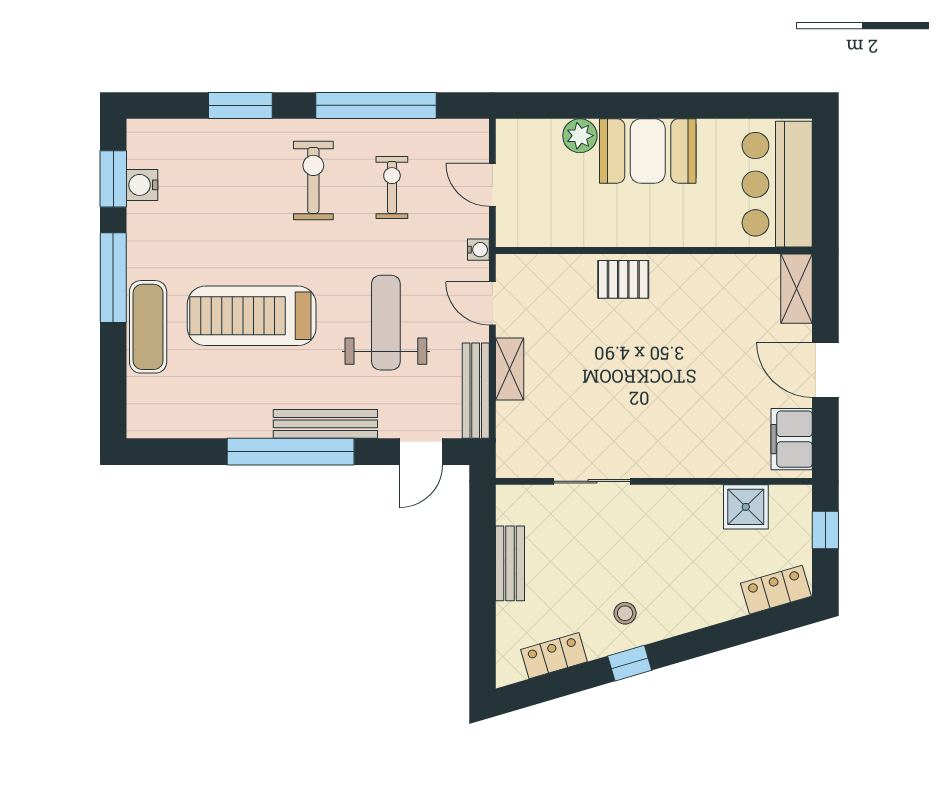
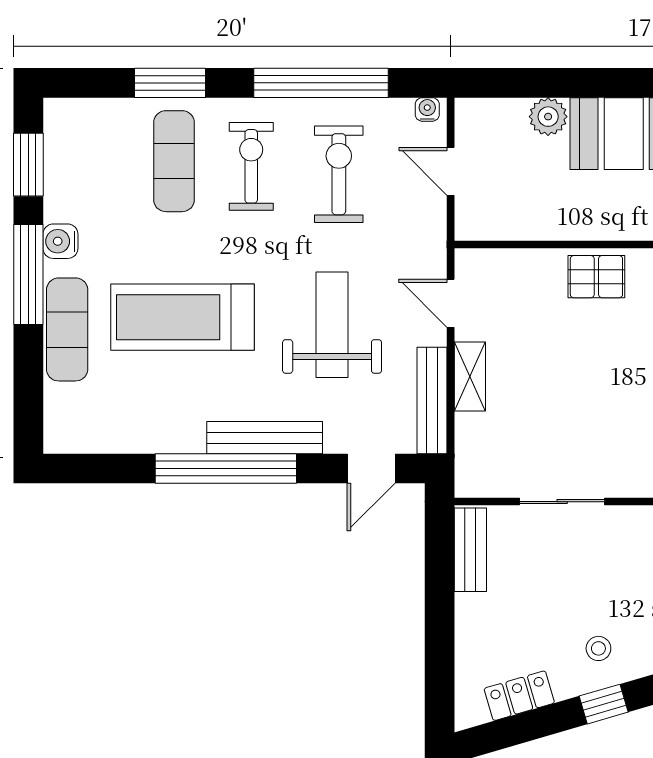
exercise mat: (244, 176) -> (174, 161), added
water cooler: (142, 185) -> (60, 241), moved
exercise bike: (392, 187) -> (339, 174), width x1.38, depth x1.39
water cooler: (478, 250) -> (427, 109), moved, turned -90
bench: (510, 563) -> (470, 550), moved

